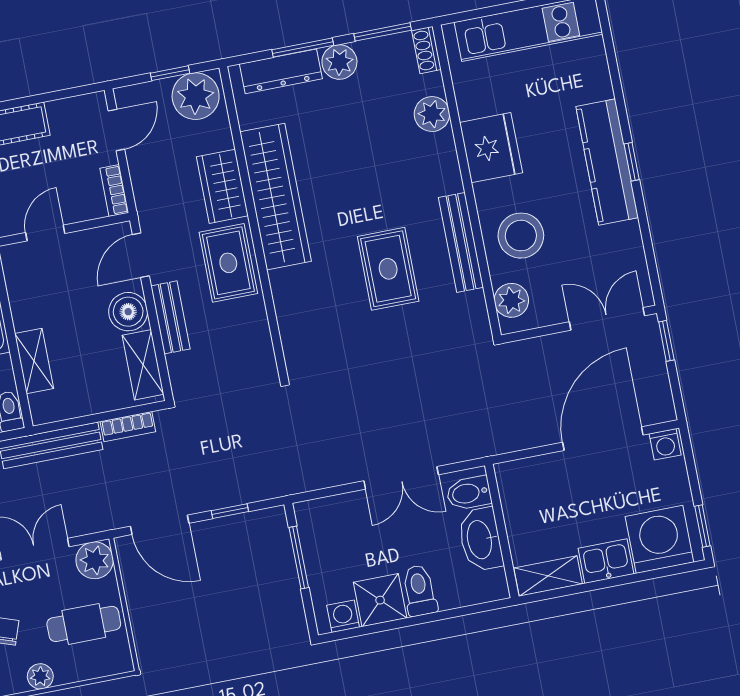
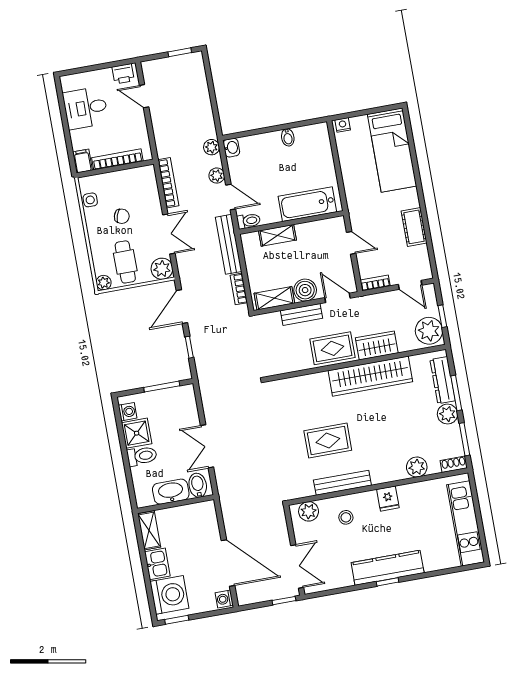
fridge: (491, 148) -> (388, 499), width x0.53, depth x0.75
stool: (521, 236) -> (346, 517), width x0.53, depth x0.53
plant: (40, 676) -> (104, 283), moved

